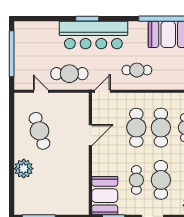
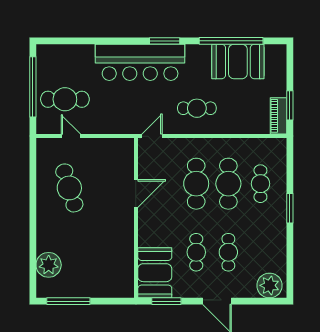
window: (87, 19) -> (165, 41), moved
cafe table: (69, 74) -> (65, 99), moved
plant: (24, 169) -> (49, 265), moved
cafe table: (161, 180) -> (228, 252), width x0.73, depth x0.74

